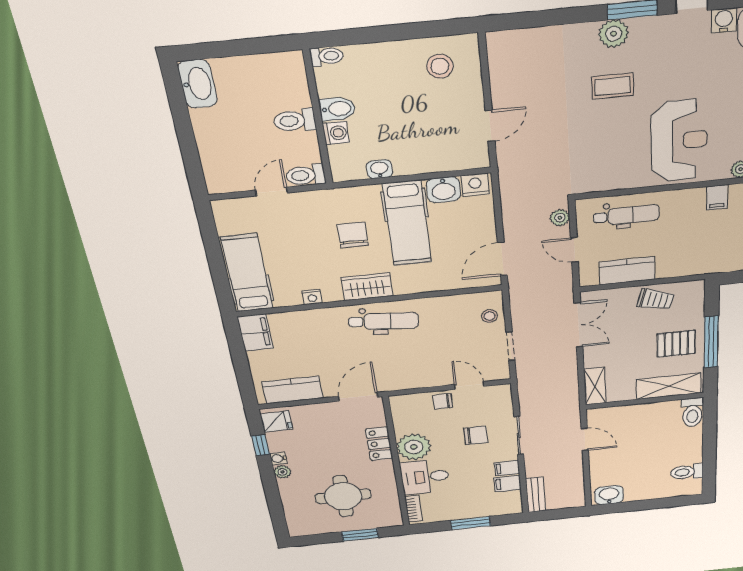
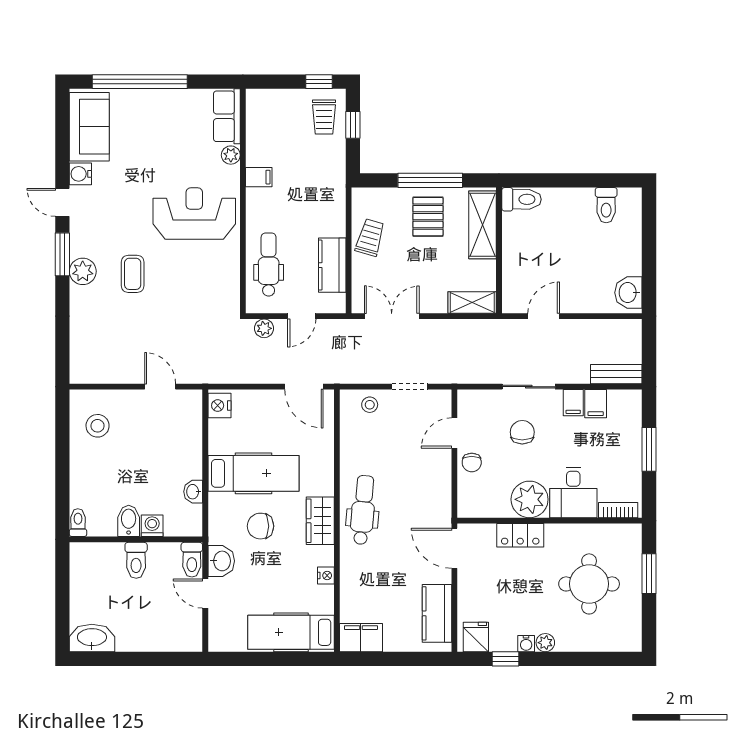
washbasin: (444, 190) -> (221, 561), moved

